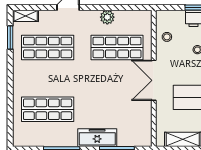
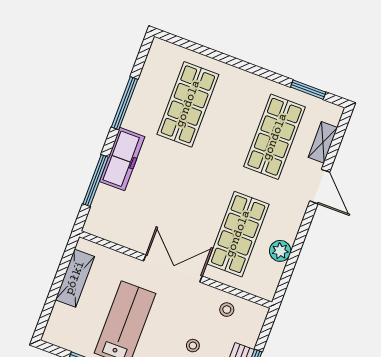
shelving: (26, 16) -> (323, 142), moved
plant: (107, 17) -> (280, 251), moved

